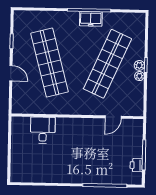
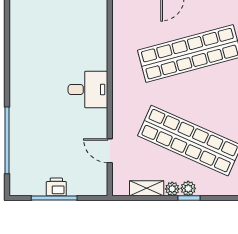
shelving: (139, 93) -> (147, 188), added
desk: (43, 130) -> (88, 89), moved
printer: (136, 165) -> (56, 187), moved

